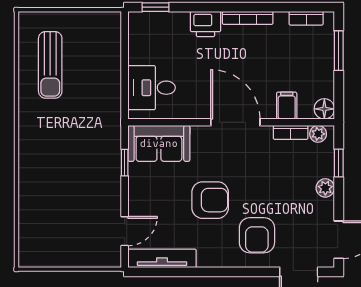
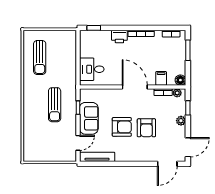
sofa: (159, 143) -> (89, 118), moved, turned -90
sun lounger: (79, 157) -> (55, 105), added
armchair: (257, 235) -> (146, 128), moved

